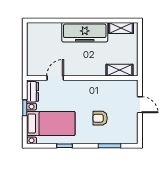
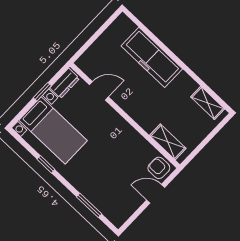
freezer: (85, 32) -> (152, 57), moved
door: (140, 105) -> (156, 194), swing flipped
armchair: (100, 118) -> (159, 168), moved

